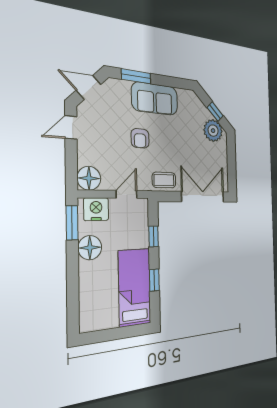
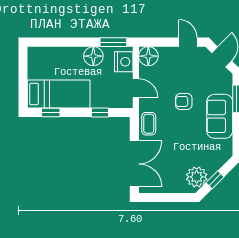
window: (154, 280) -> (51, 112), moved

